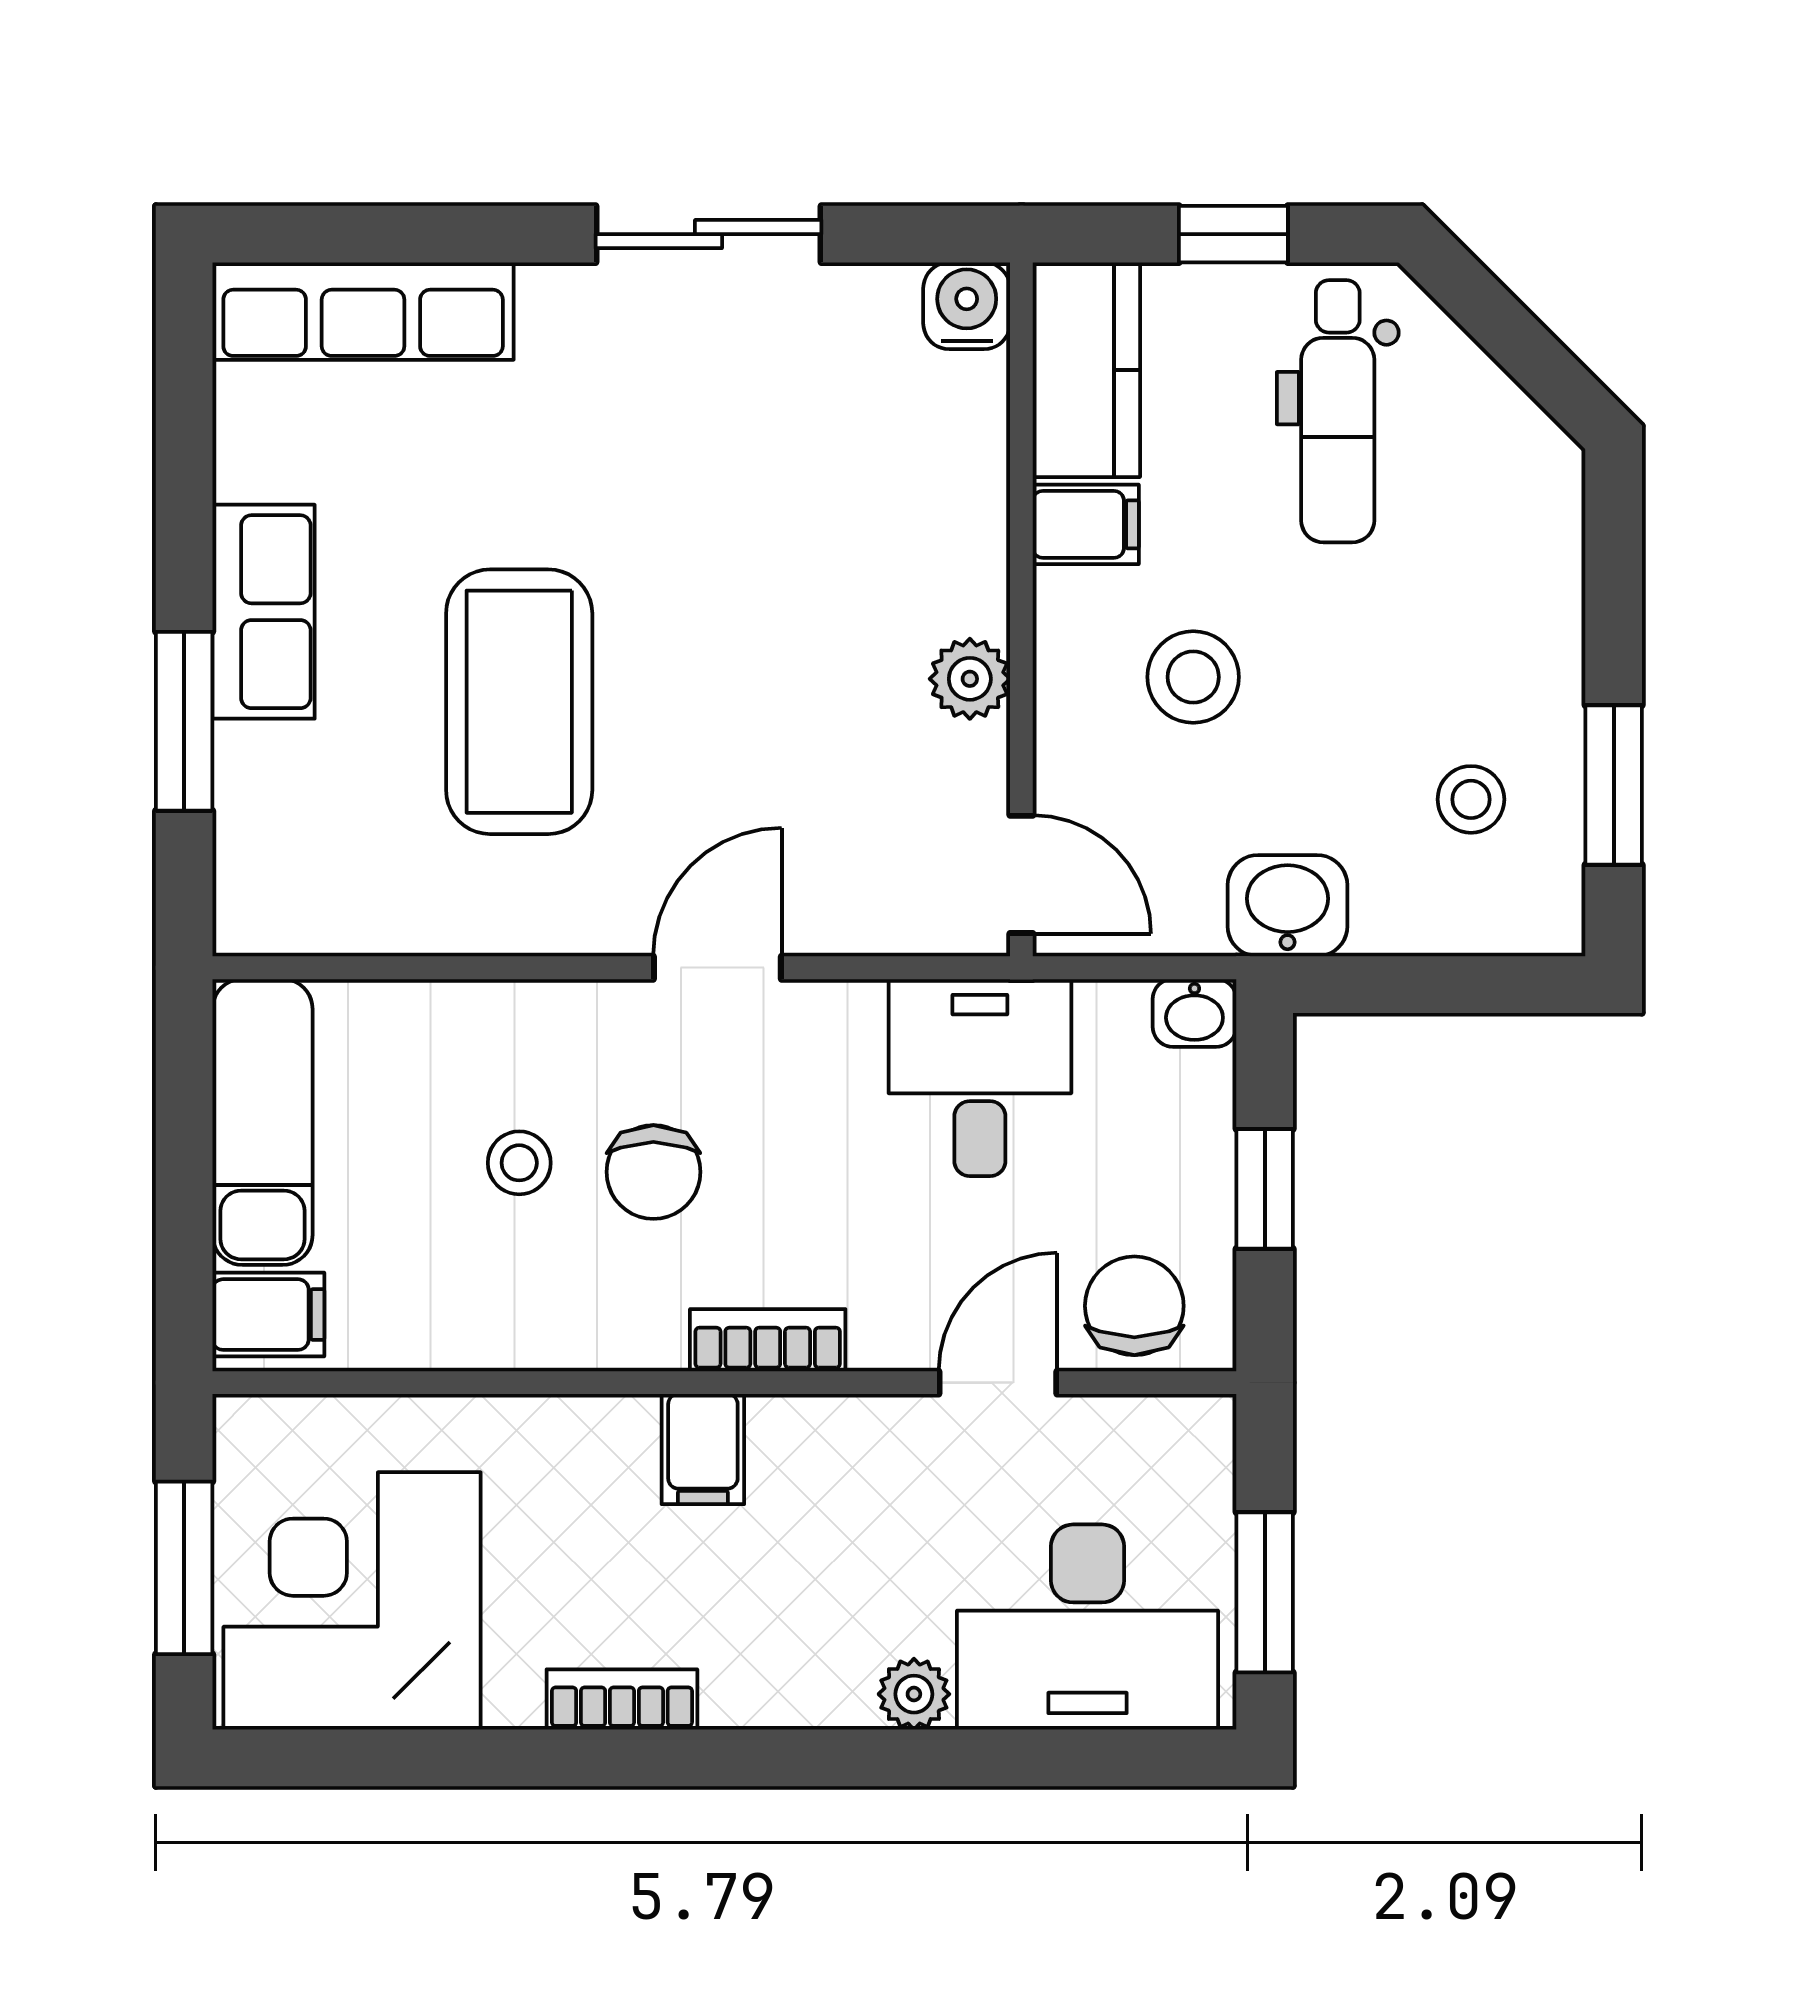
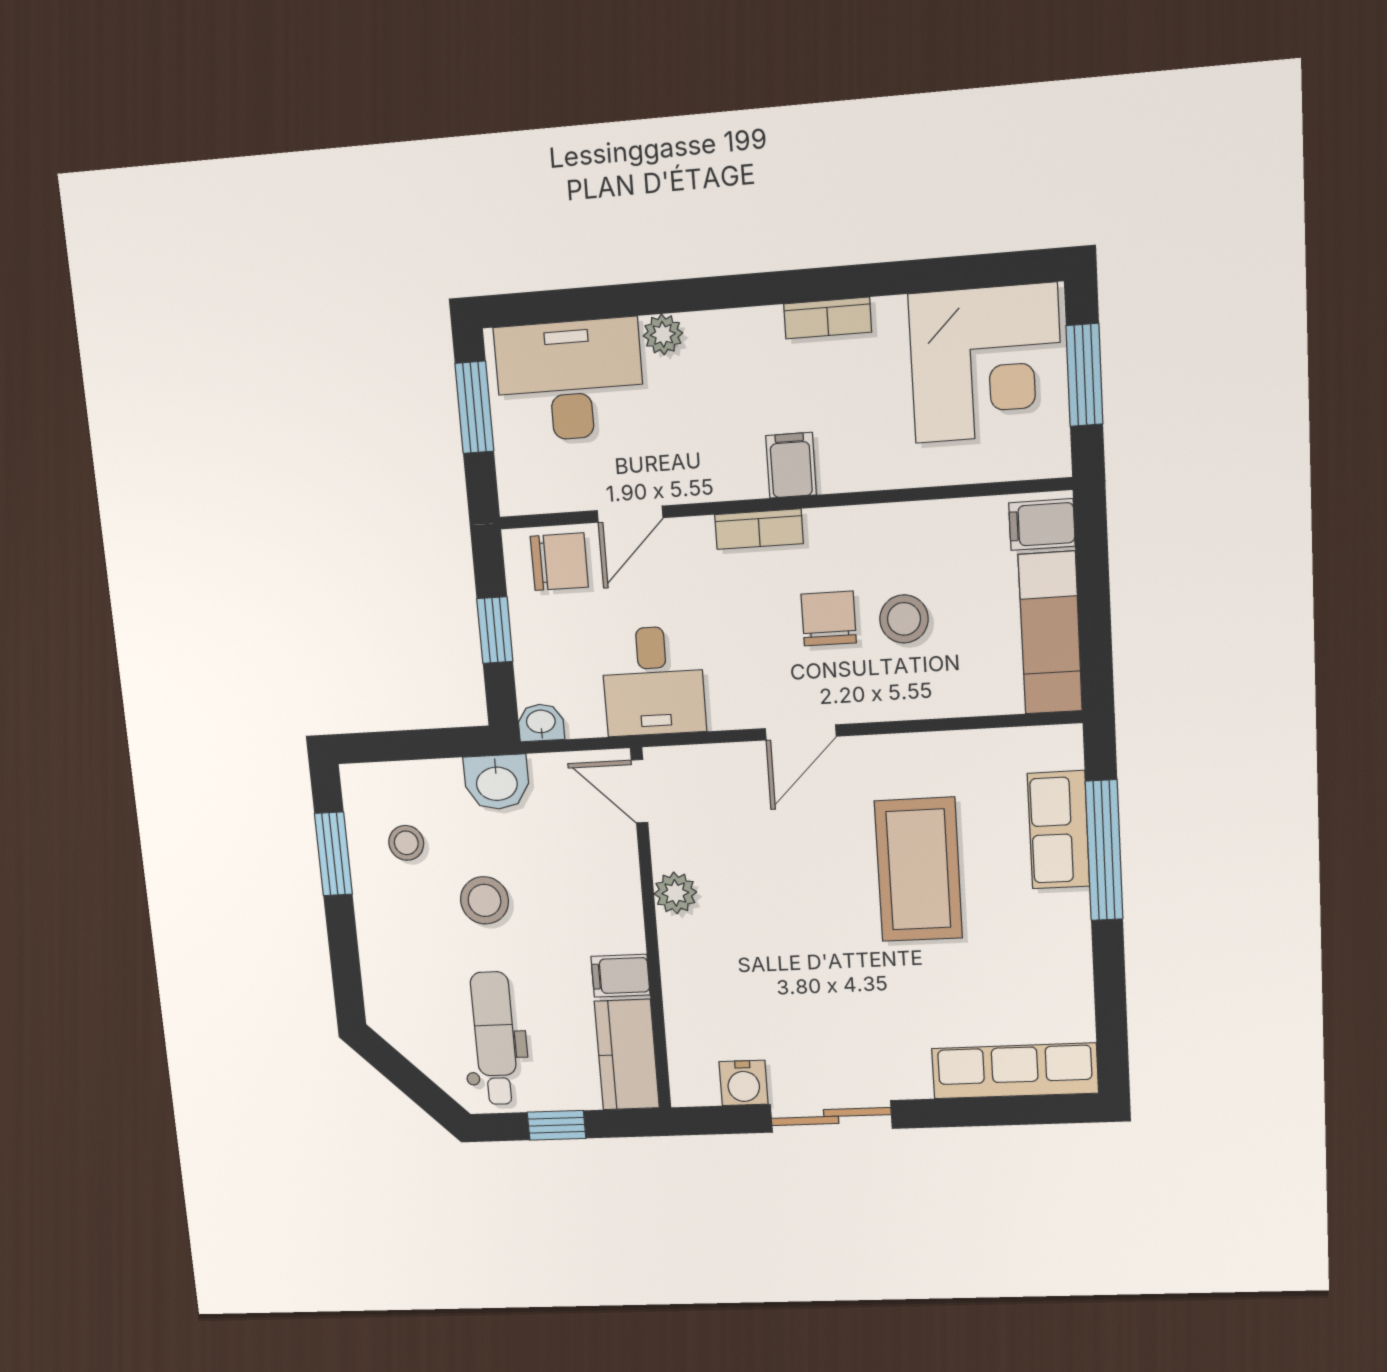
water cooler: (967, 306) -> (744, 1083), moved
row of seats: (264, 612) -> (1059, 830), moved
stool: (1193, 677) -> (484, 900), moved
window: (184, 721) -> (1104, 850), width x1.44
stool: (519, 1163) -> (904, 619), width x1.37, depth x1.37
chair: (1134, 1306) -> (559, 562), turned -90

